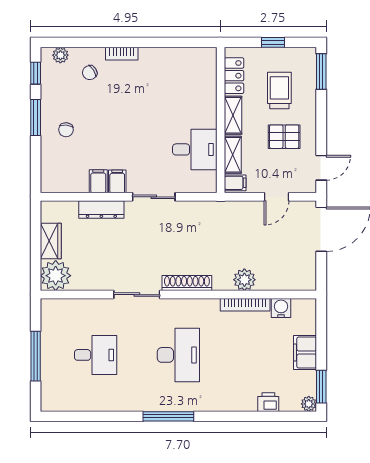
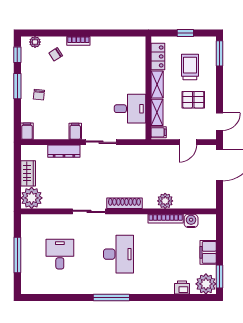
filing cabinet: (98, 181) -> (27, 131), moved
desk: (96, 355) -> (60, 254), turned -90
plant: (309, 404) -> (206, 284), width x1.87, depth x1.87

